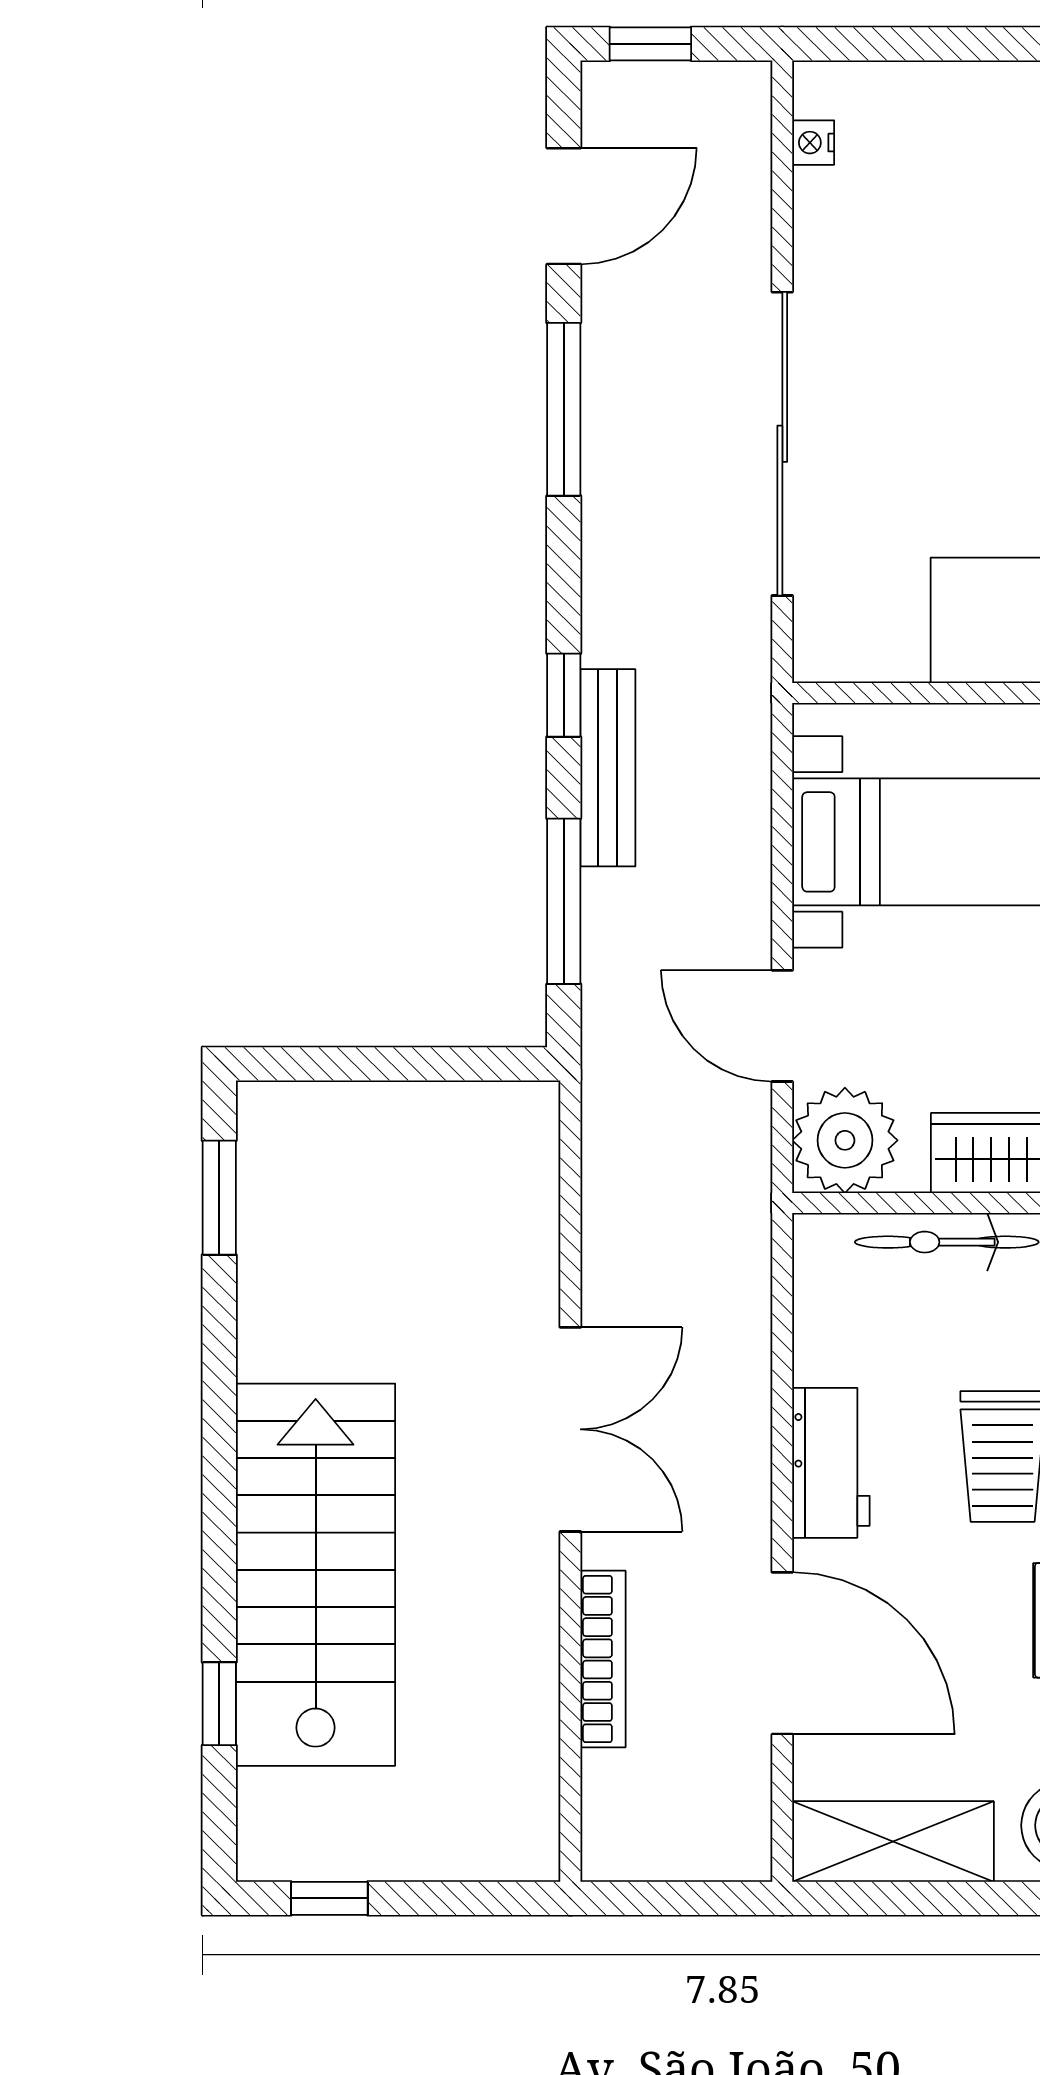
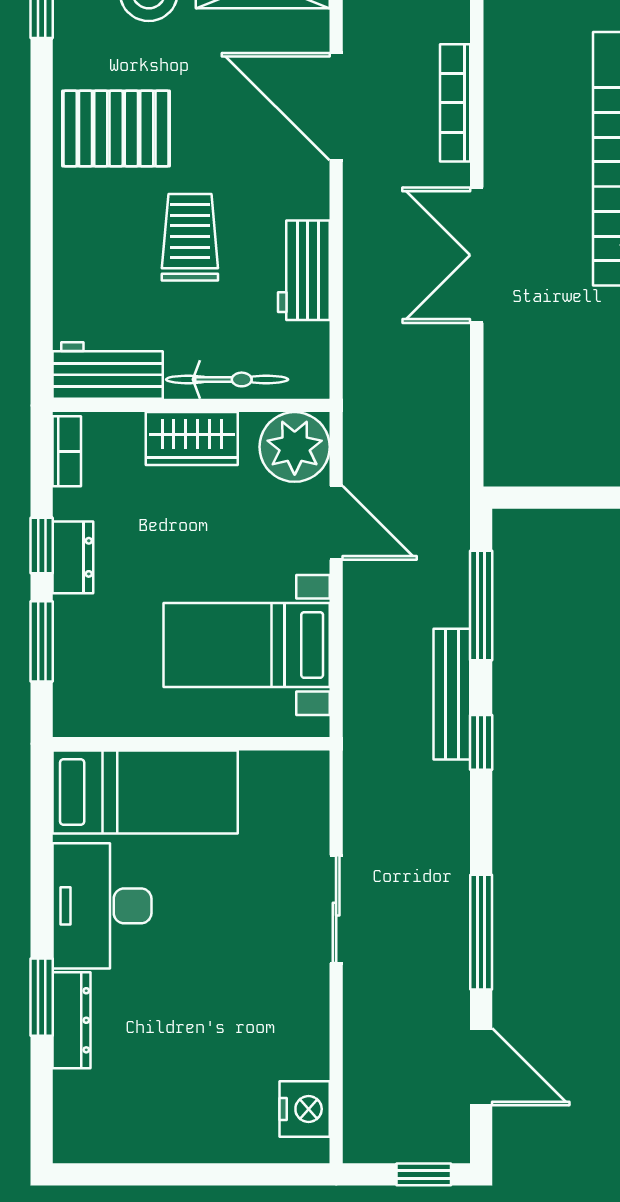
nightstand: (813, 143) -> (305, 1109), width x1.89, depth x1.79
door: (564, 206) -> (481, 1067), swing flipped
sliding door: (782, 444) -> (336, 909), width x0.54
workbench: (831, 1463) -> (304, 270), moved

